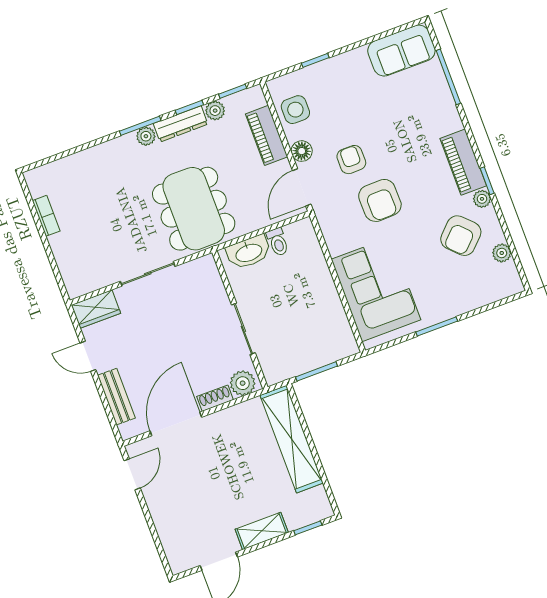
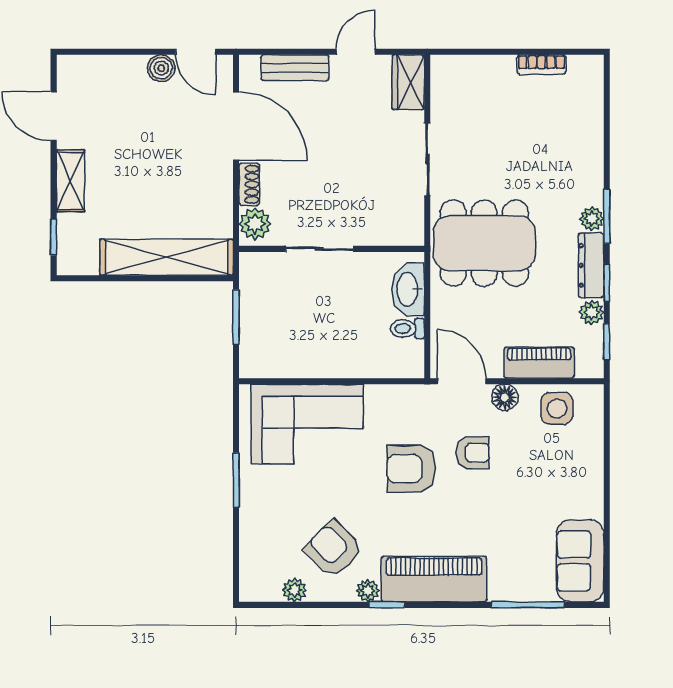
window: (315, 60) -> (607, 454), removed
piano: (463, 162) -> (434, 579), width x1.37, depth x1.33
boiler: (154, 495) -> (161, 68), added

